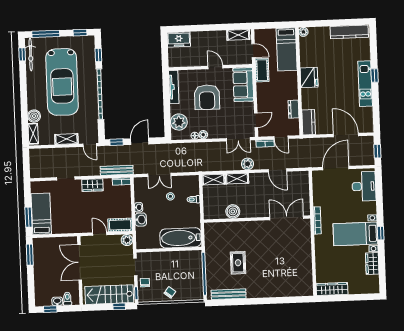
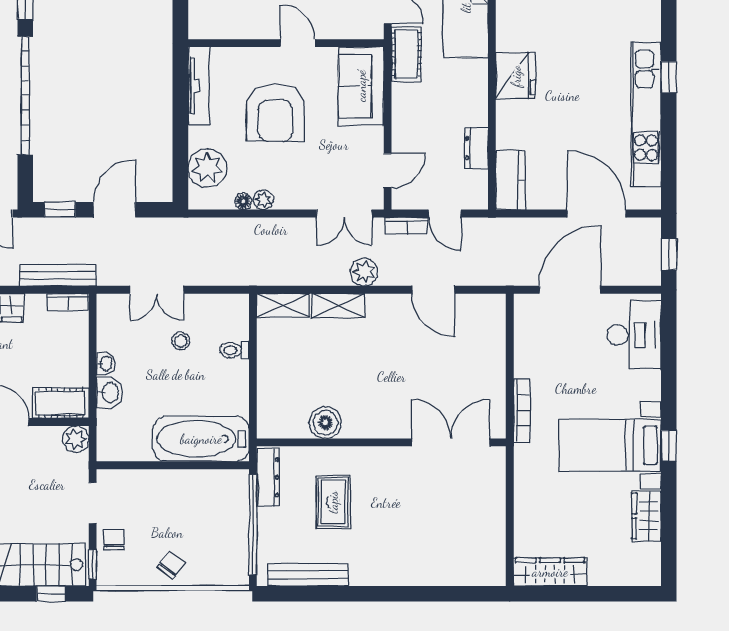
kitchen unit: (365, 84) -> (646, 114), width x1.36
boiler: (233, 211) -> (325, 423), moved
double door: (287, 218) -> (451, 442), moved
wall: (257, 219) -> (381, 442), moved
dresser: (210, 253) -> (268, 477), added

